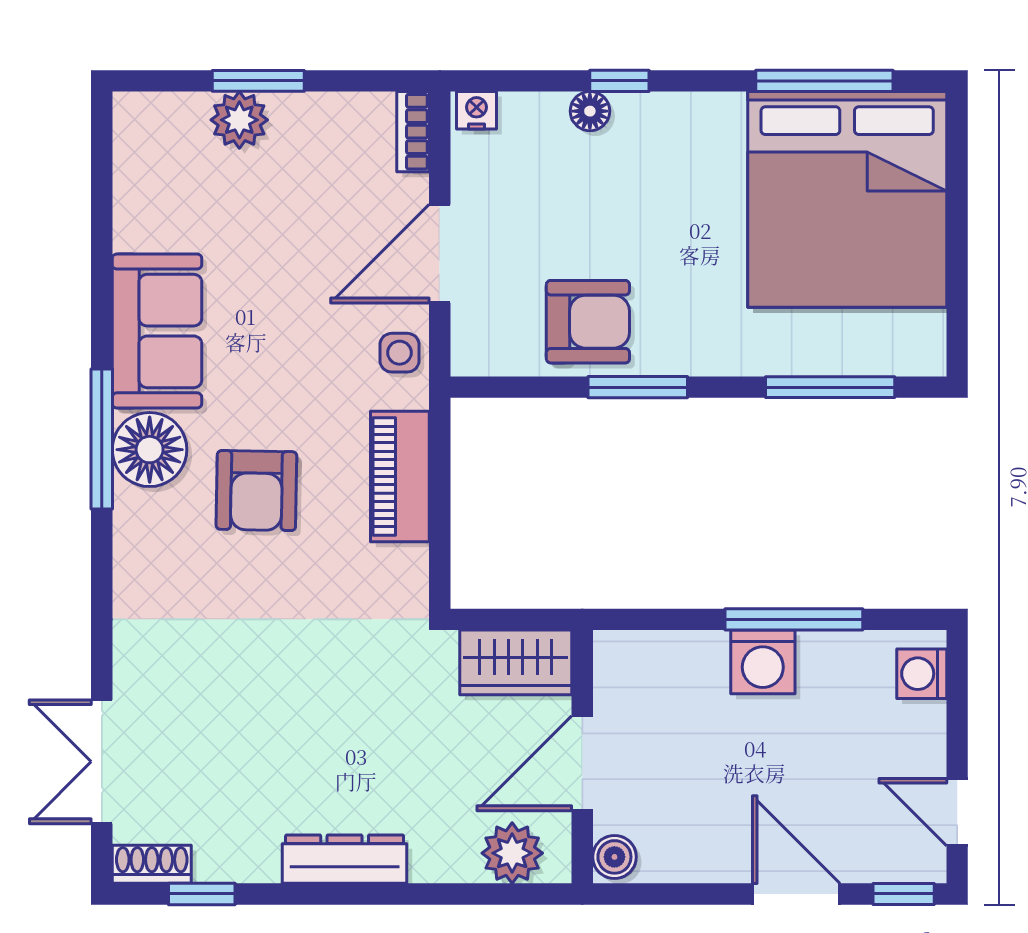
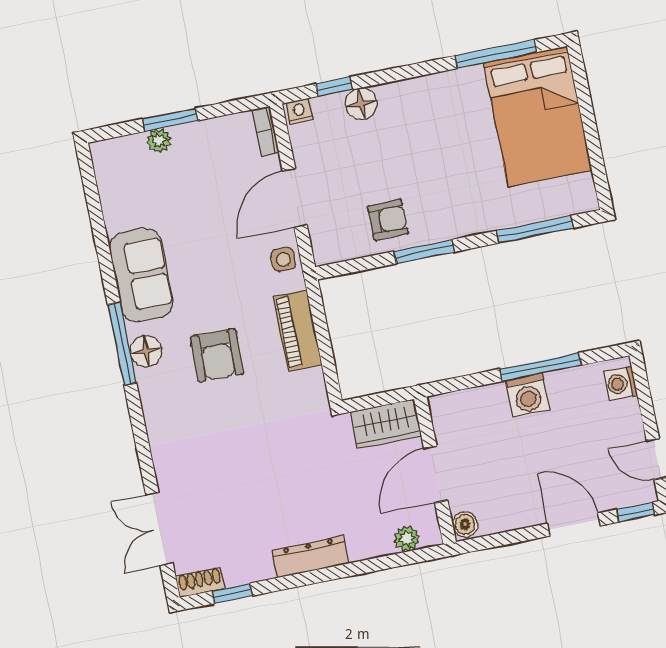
window: (619, 81) -> (334, 87), moved
floor lamp: (590, 111) -> (361, 104), width x1.37, depth x1.37
plant: (239, 120) -> (159, 141), width x0.73, depth x0.73
bed: (847, 199) -> (538, 116), width x0.73
armchair: (588, 322) -> (388, 220), width x0.72, depth x0.72
floor lamp: (150, 450) -> (146, 351), width x0.73, depth x0.73
plant: (512, 853) -> (407, 539), width x0.73, depth x0.73

